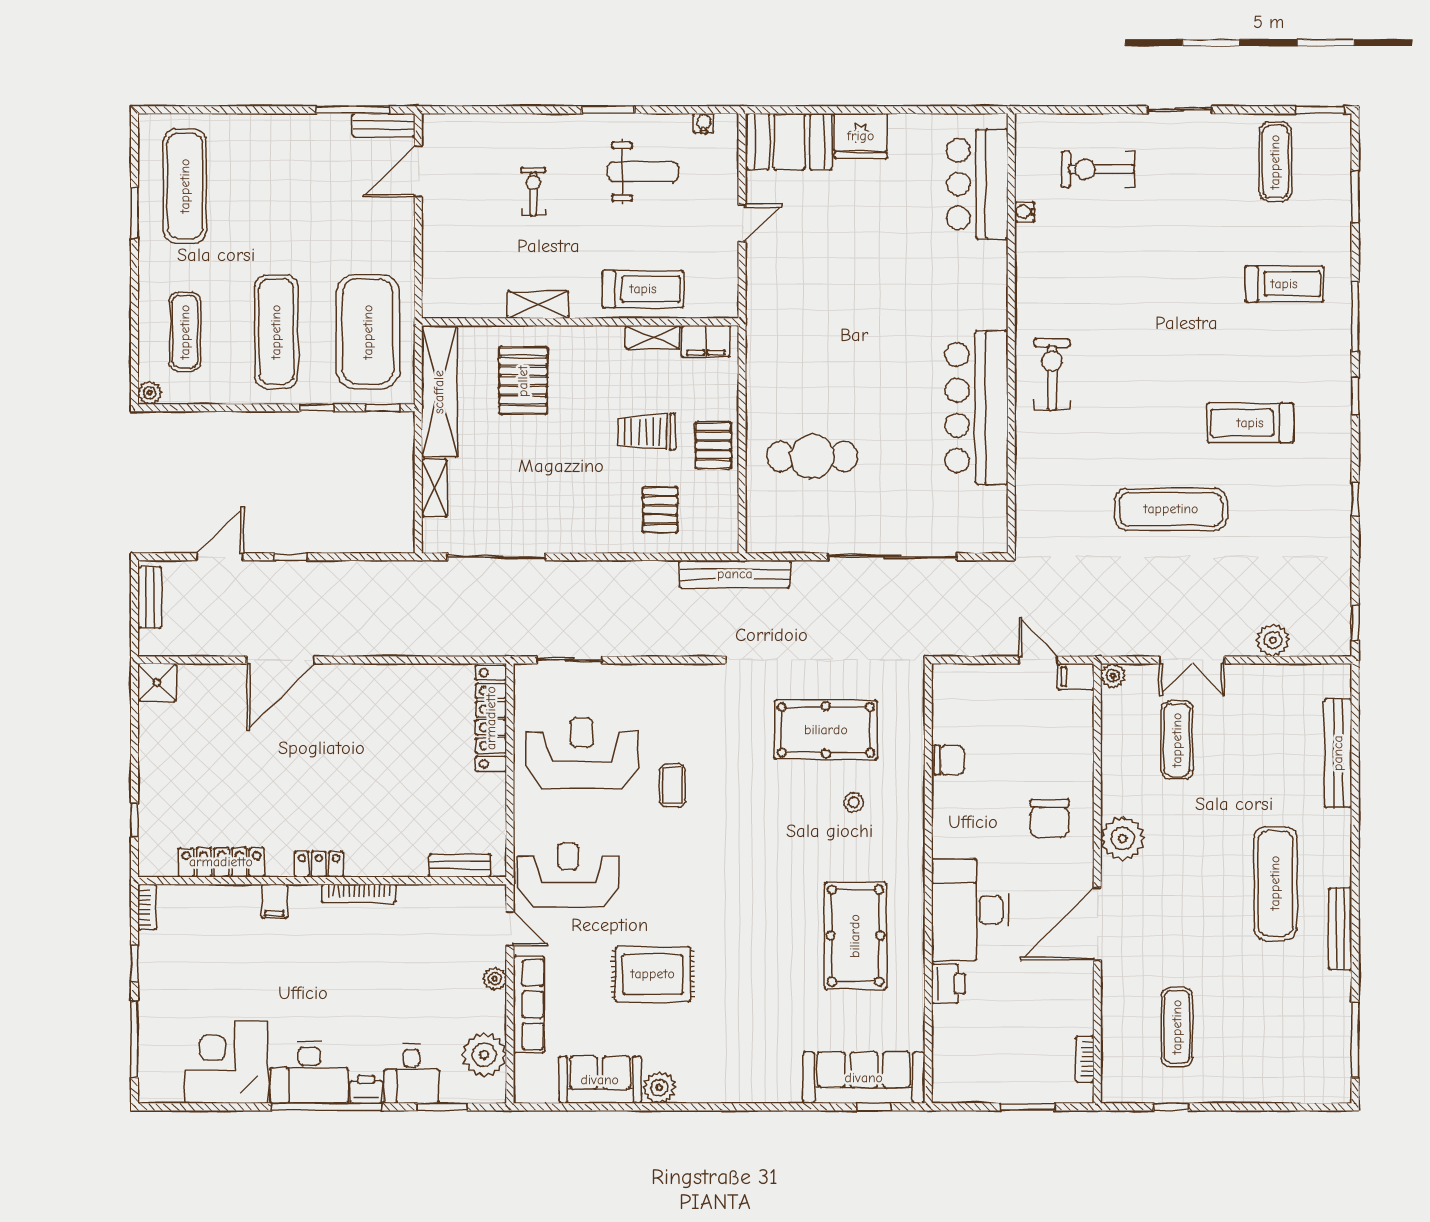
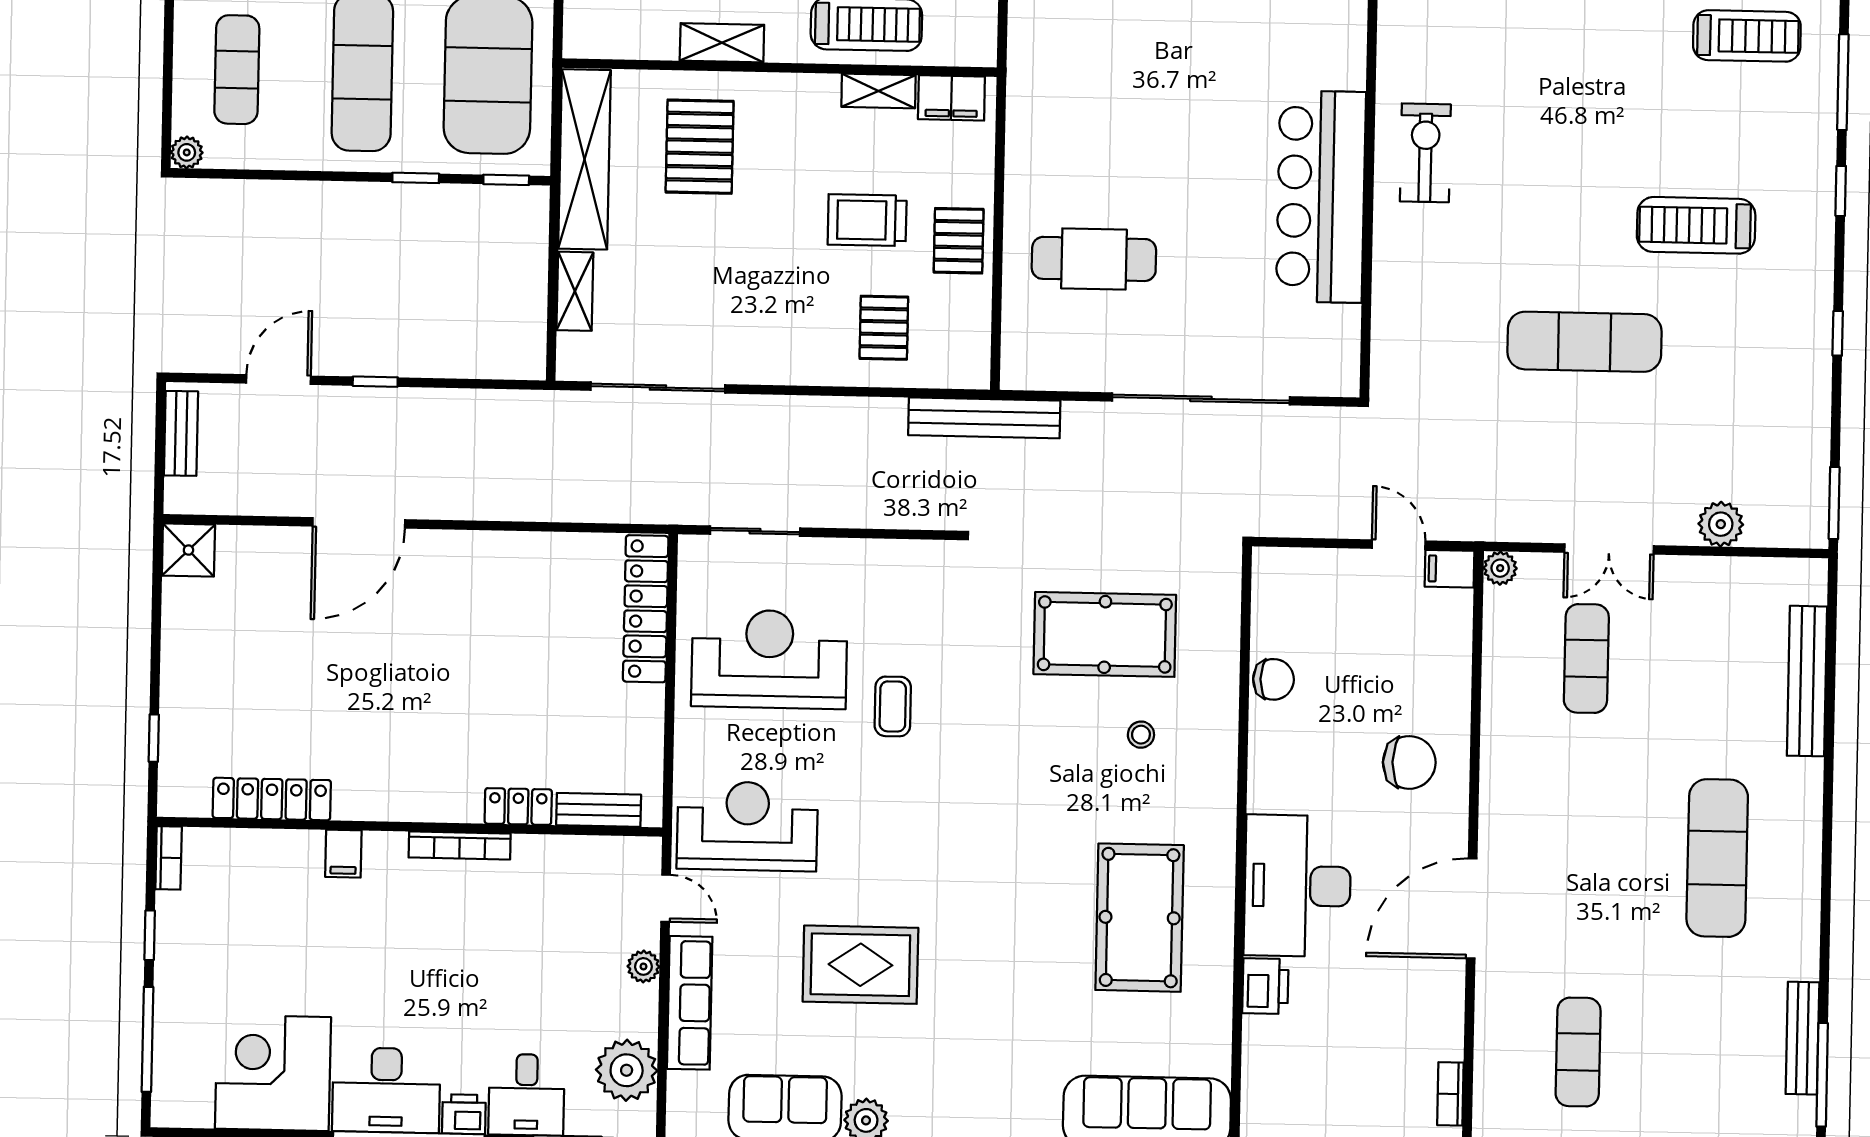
window: (1355, 623) -> (1834, 503), width x1.50
chair: (1050, 818) -> (1409, 762), turned -90
plant: (1123, 838) -> (1509, 792), removed
locker: (319, 864) -> (518, 806), moved
bench: (1340, 929) -> (1802, 1038), moved

